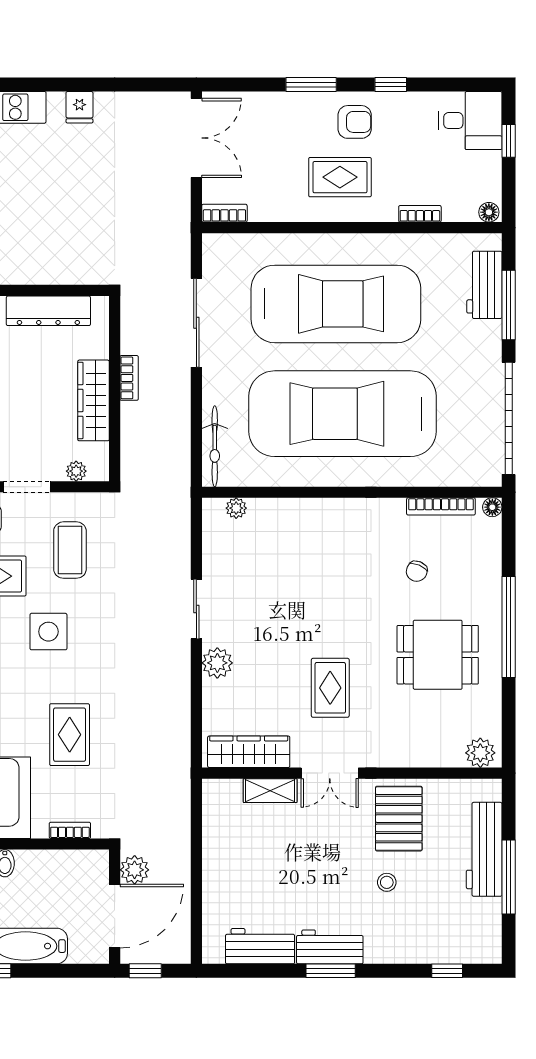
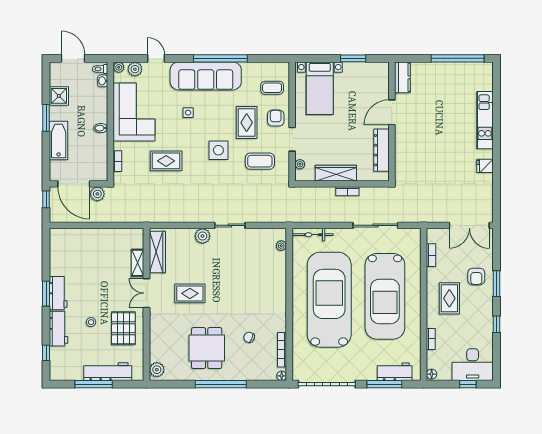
desk: (470, 121) -> (473, 365), width x1.37
armchair: (355, 122) -> (476, 276), moved
bookcase: (224, 213) -> (431, 255), moved
pallet: (399, 819) -> (123, 328), turned 90
workbench: (260, 946) -> (59, 329), moved

